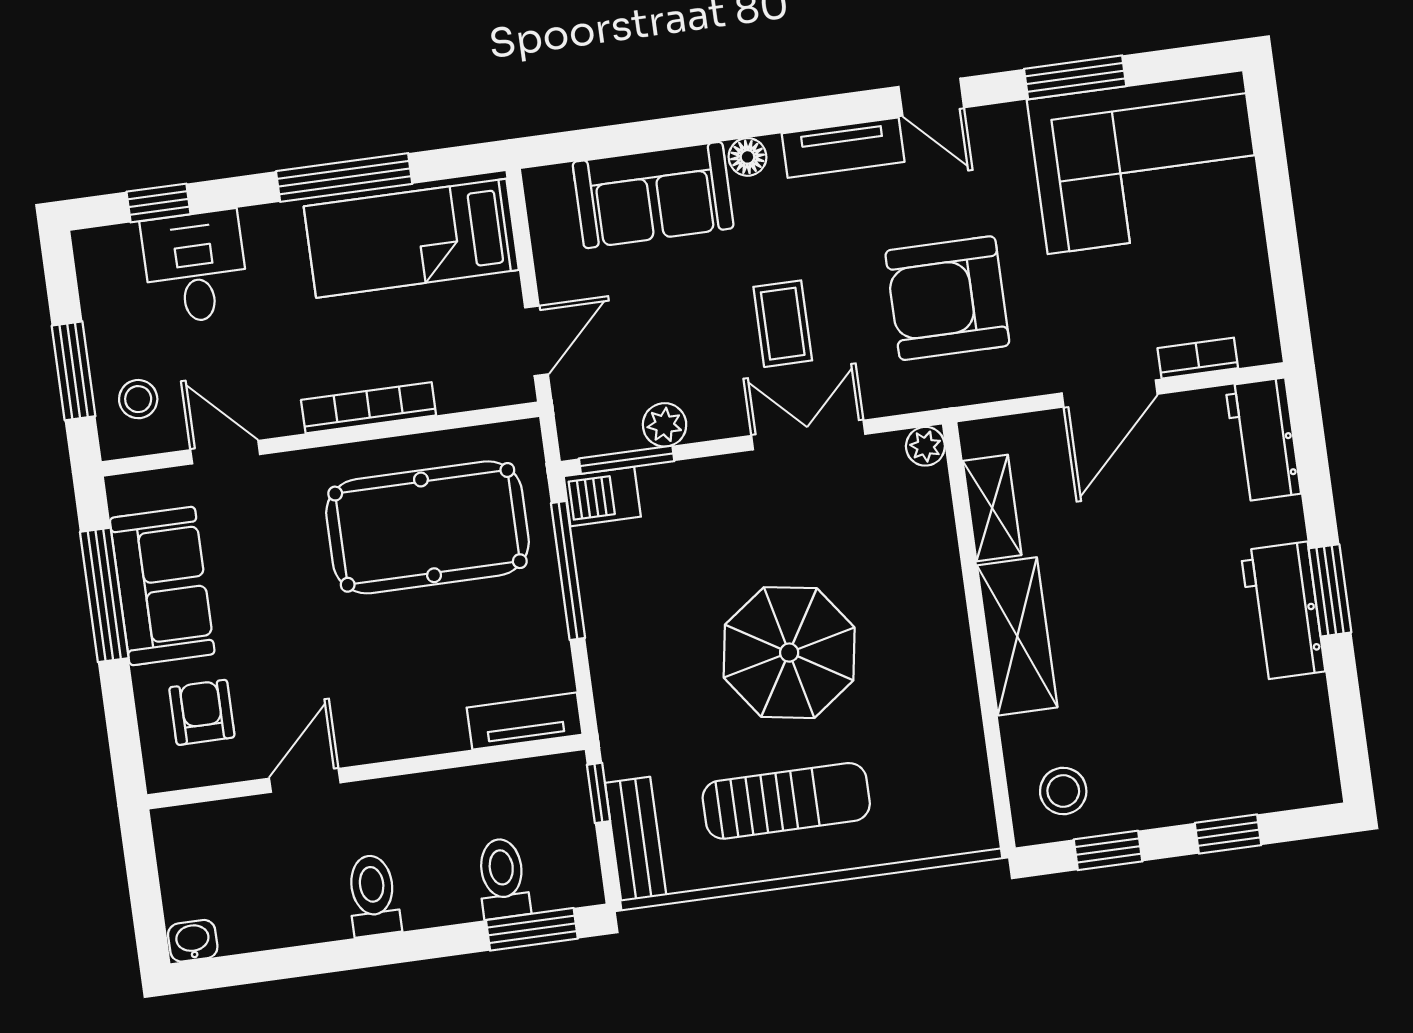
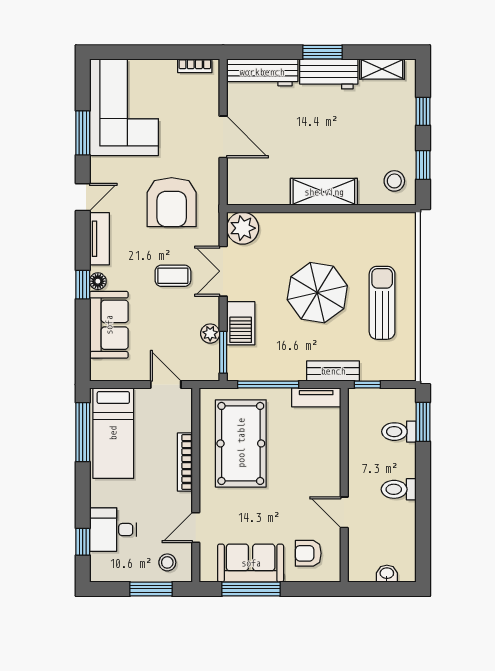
window: (735, 124) -> (83, 285), added
window: (344, 178) -> (83, 432), moved
bookcase: (1198, 358) -> (195, 66), moved, turned -90
workbench: (1263, 440) -> (262, 72), width x1.38
plant: (925, 446) -> (243, 228), width x1.88, depth x1.88
barbecue: (602, 496) -> (241, 323), moved, width x1.38, depth x1.27
shelving: (992, 508) -> (382, 69), moved
tv unit: (525, 721) -> (316, 397), moved, turned -90
bench: (636, 839) -> (333, 371), moved
washbasin: (193, 941) -> (387, 574), moved, turned 90

